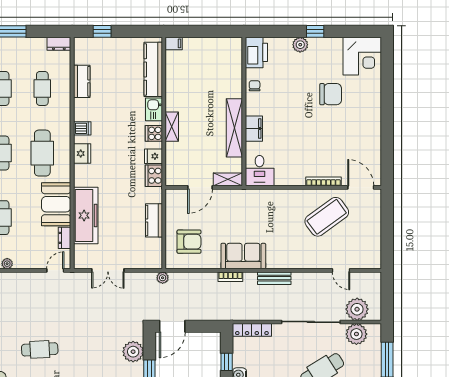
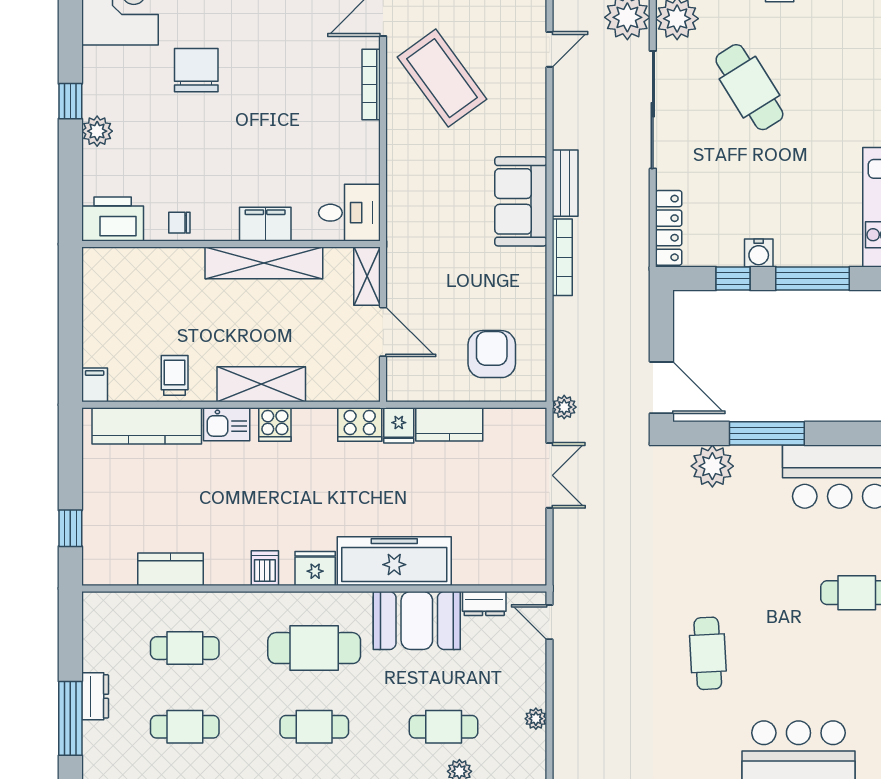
dresser: (59, 44) -> (95, 696), moved
trolley: (178, 83) -> (175, 375), added
shelving: (172, 127) -> (261, 384), width x1.50, depth x1.33
fridge: (153, 156) -> (399, 425), moved
freezer: (86, 215) -> (394, 561), moved
sofa: (243, 256) -> (521, 201), moved
double door: (108, 270) -> (550, 475), moved
bookcase: (230, 277) -> (562, 257), width x1.56

